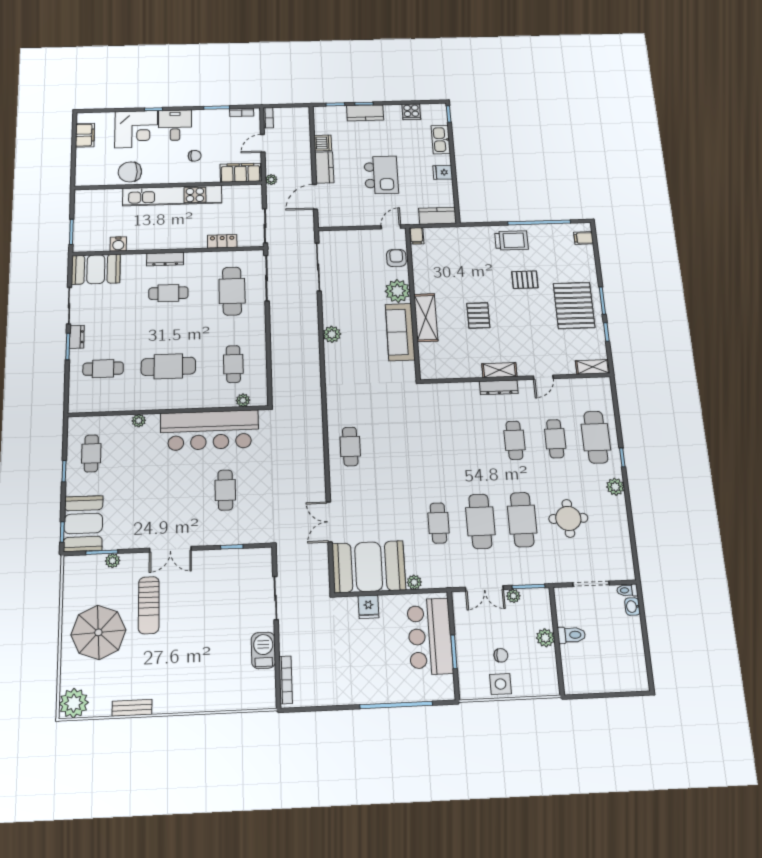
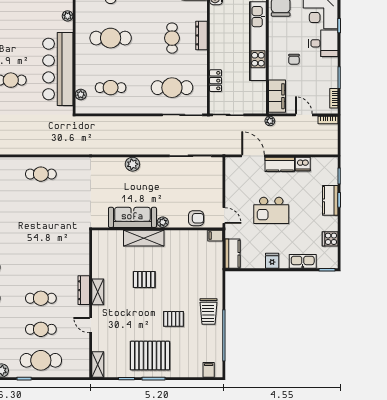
pallet: (525, 280) -> (174, 319), turned 90
plant: (398, 291) -> (163, 222), width x0.53, depth x0.53
cafe table: (168, 366) -> (111, 38), turned 90

